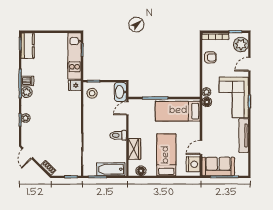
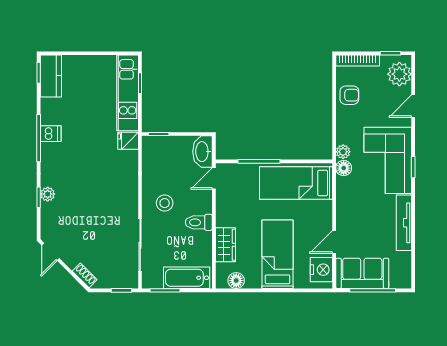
plant: (27, 92) -> (49, 152), removed
stool: (92, 93) -> (165, 203), moved

